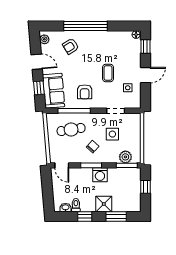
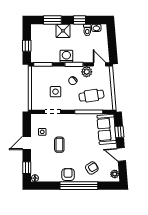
armchair: (85, 92) -> (68, 175), moved
plant: (125, 157) -> (87, 72), moved

